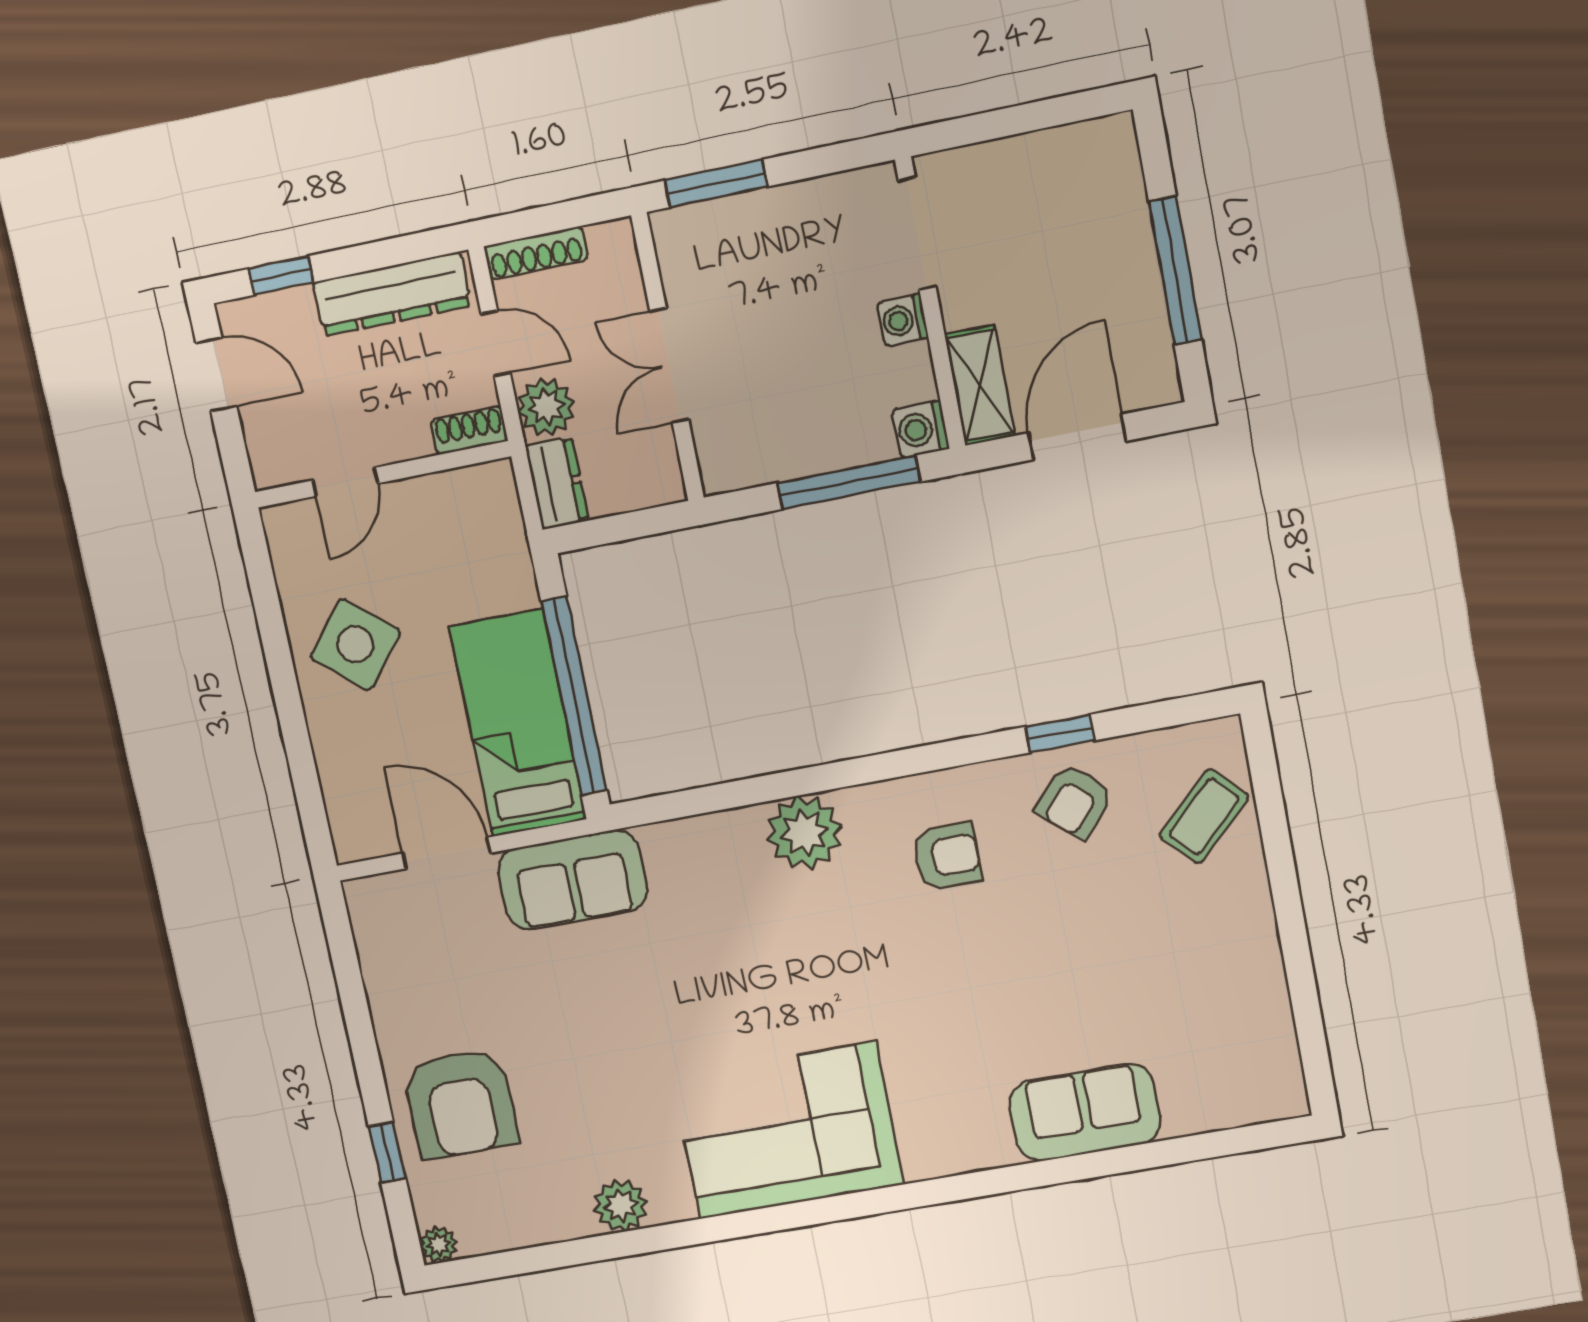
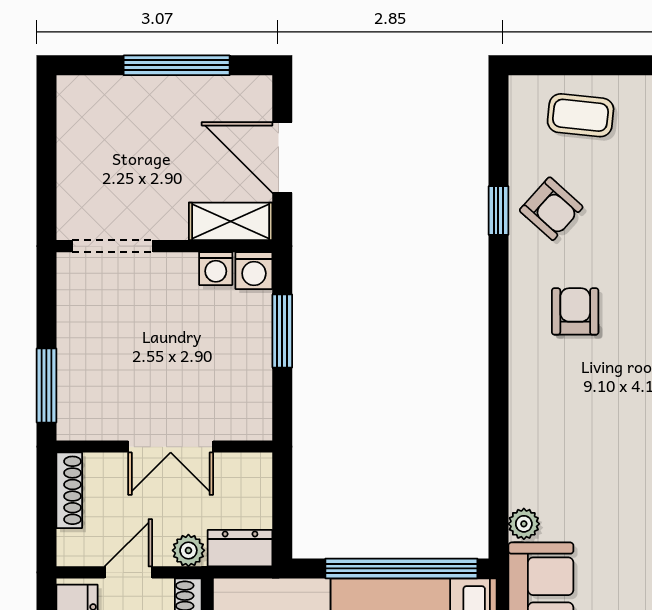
shoe rack: (536, 253) -> (69, 490), moved
washing machine: (903, 320) -> (216, 269), moved
plant: (546, 407) -> (188, 550), width x0.73, depth x0.73
window: (849, 482) -> (282, 331), width x0.69
coffee table: (1204, 816) -> (581, 115), turned -40
plant: (804, 833) -> (524, 524), moved, width x0.53, depth x0.53

